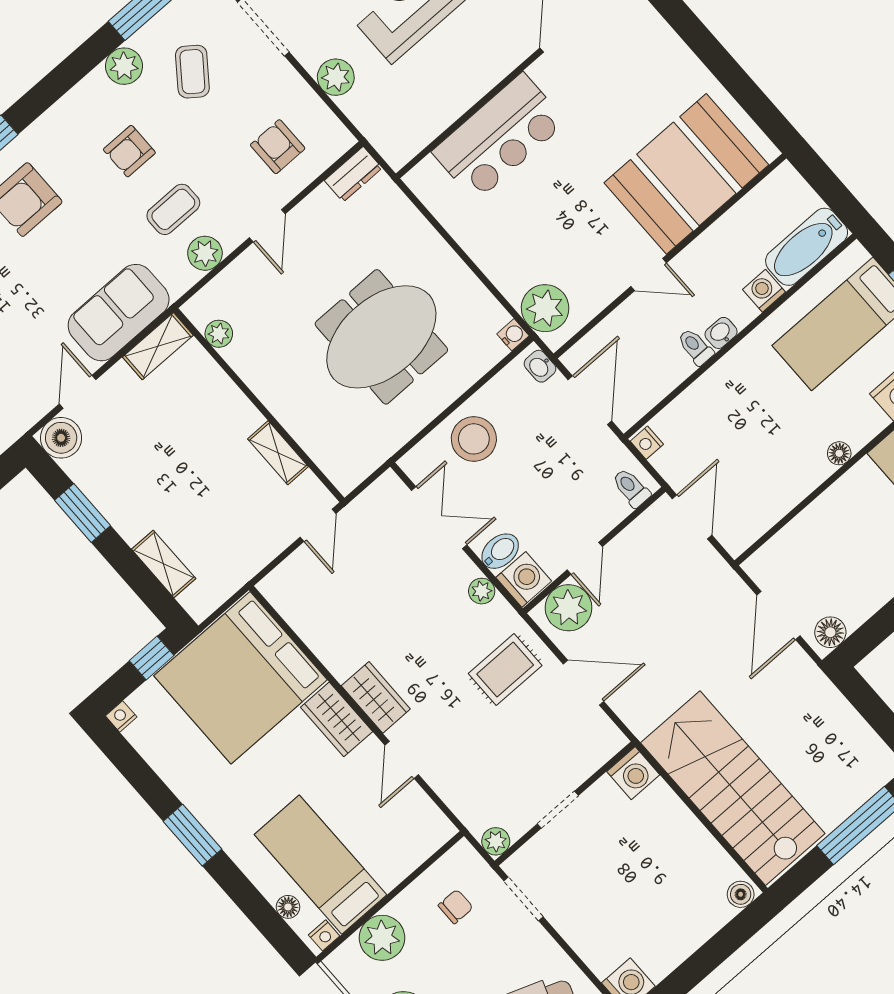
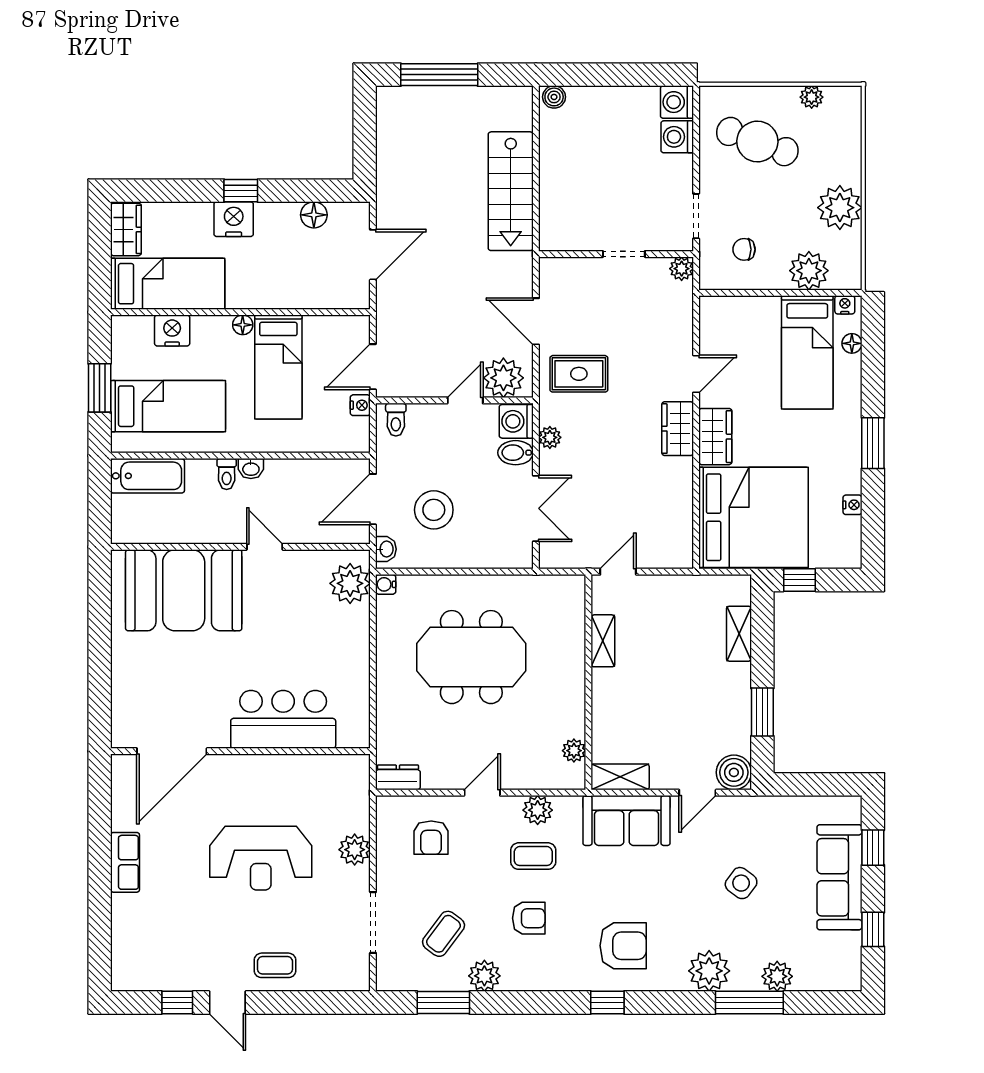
washing machine: (764, 291) -> (200, 472), removed
toilet: (695, 347) -> (227, 474), moved
stool: (474, 439) -> (434, 510), moved
nightstand: (647, 443) -> (360, 405), moved
bed: (775, 444) -> (278, 367), added
double door: (439, 518) -> (536, 508), swing flipped
floor lamp: (830, 632) -> (314, 215), moved
nightstand: (121, 716) -> (852, 505), moved, turned -90
washing machine: (633, 773) -> (677, 137), moved, turned -90
stairs: (733, 788) -> (511, 191), width x0.73, depth x0.66

